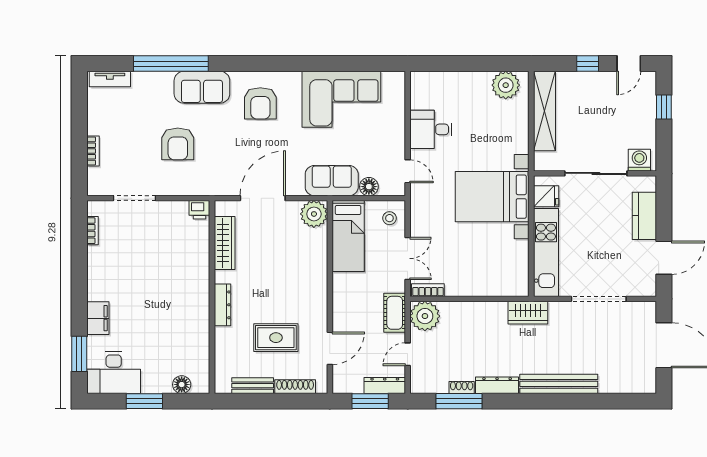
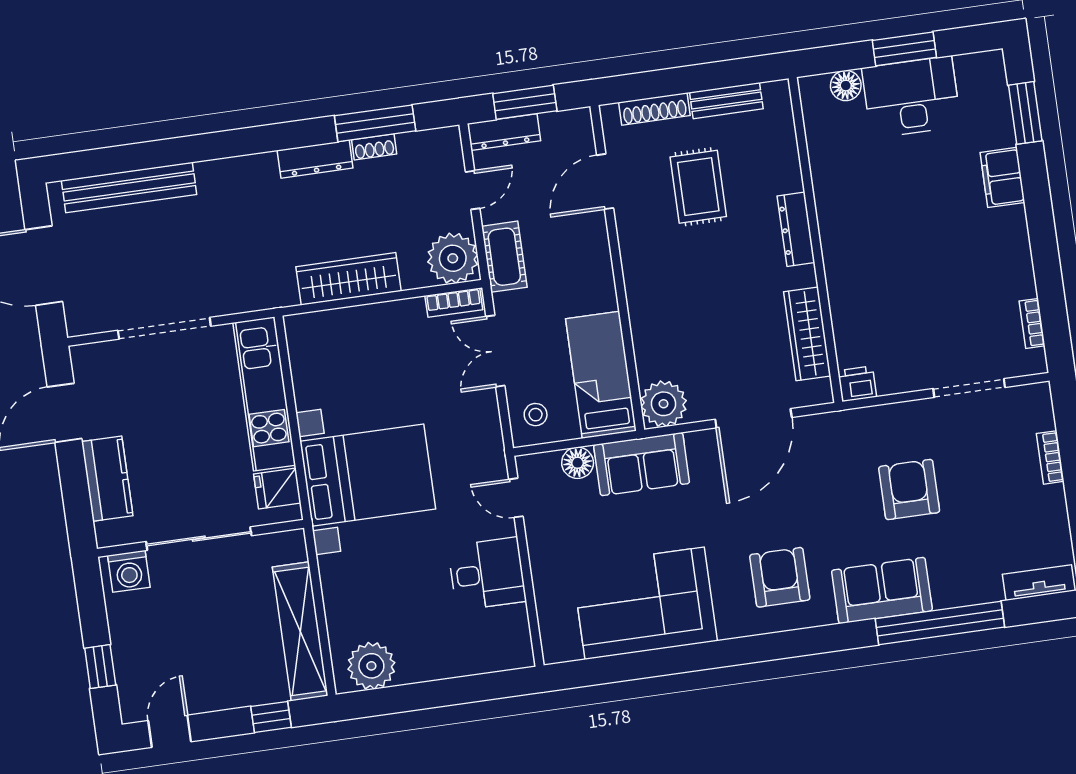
window: (588, 64) -> (271, 717), moved
wardrobe: (528, 313) -> (348, 279), moved, width x1.50
rug: (276, 338) -> (698, 187), turned 90
desk: (114, 372) -> (911, 97), moved
bench: (559, 384) -> (129, 187), moved

